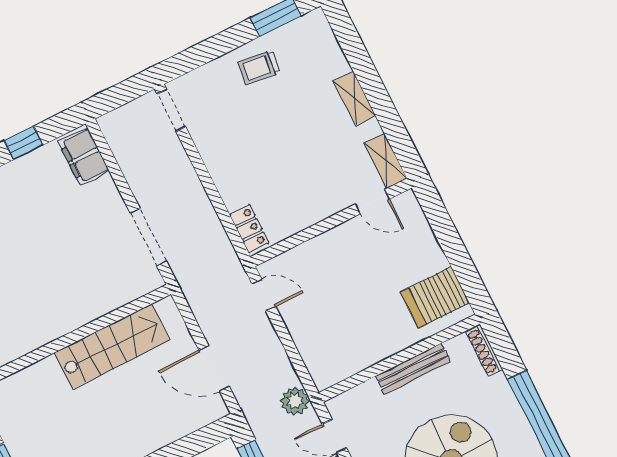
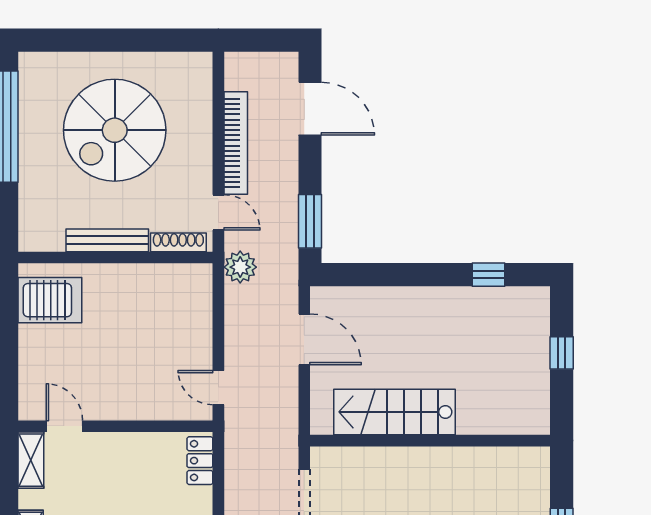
shoe rack: (484, 351) -> (178, 242), moved, turned -90

